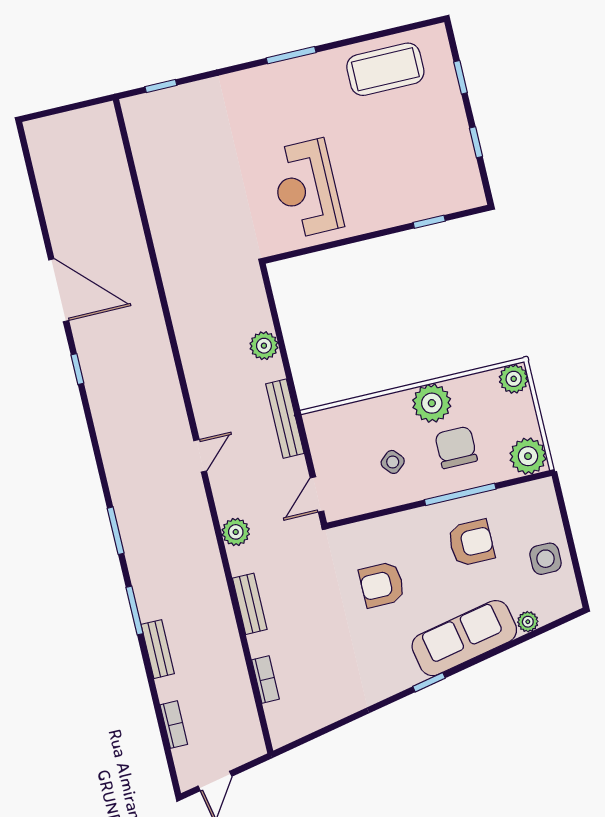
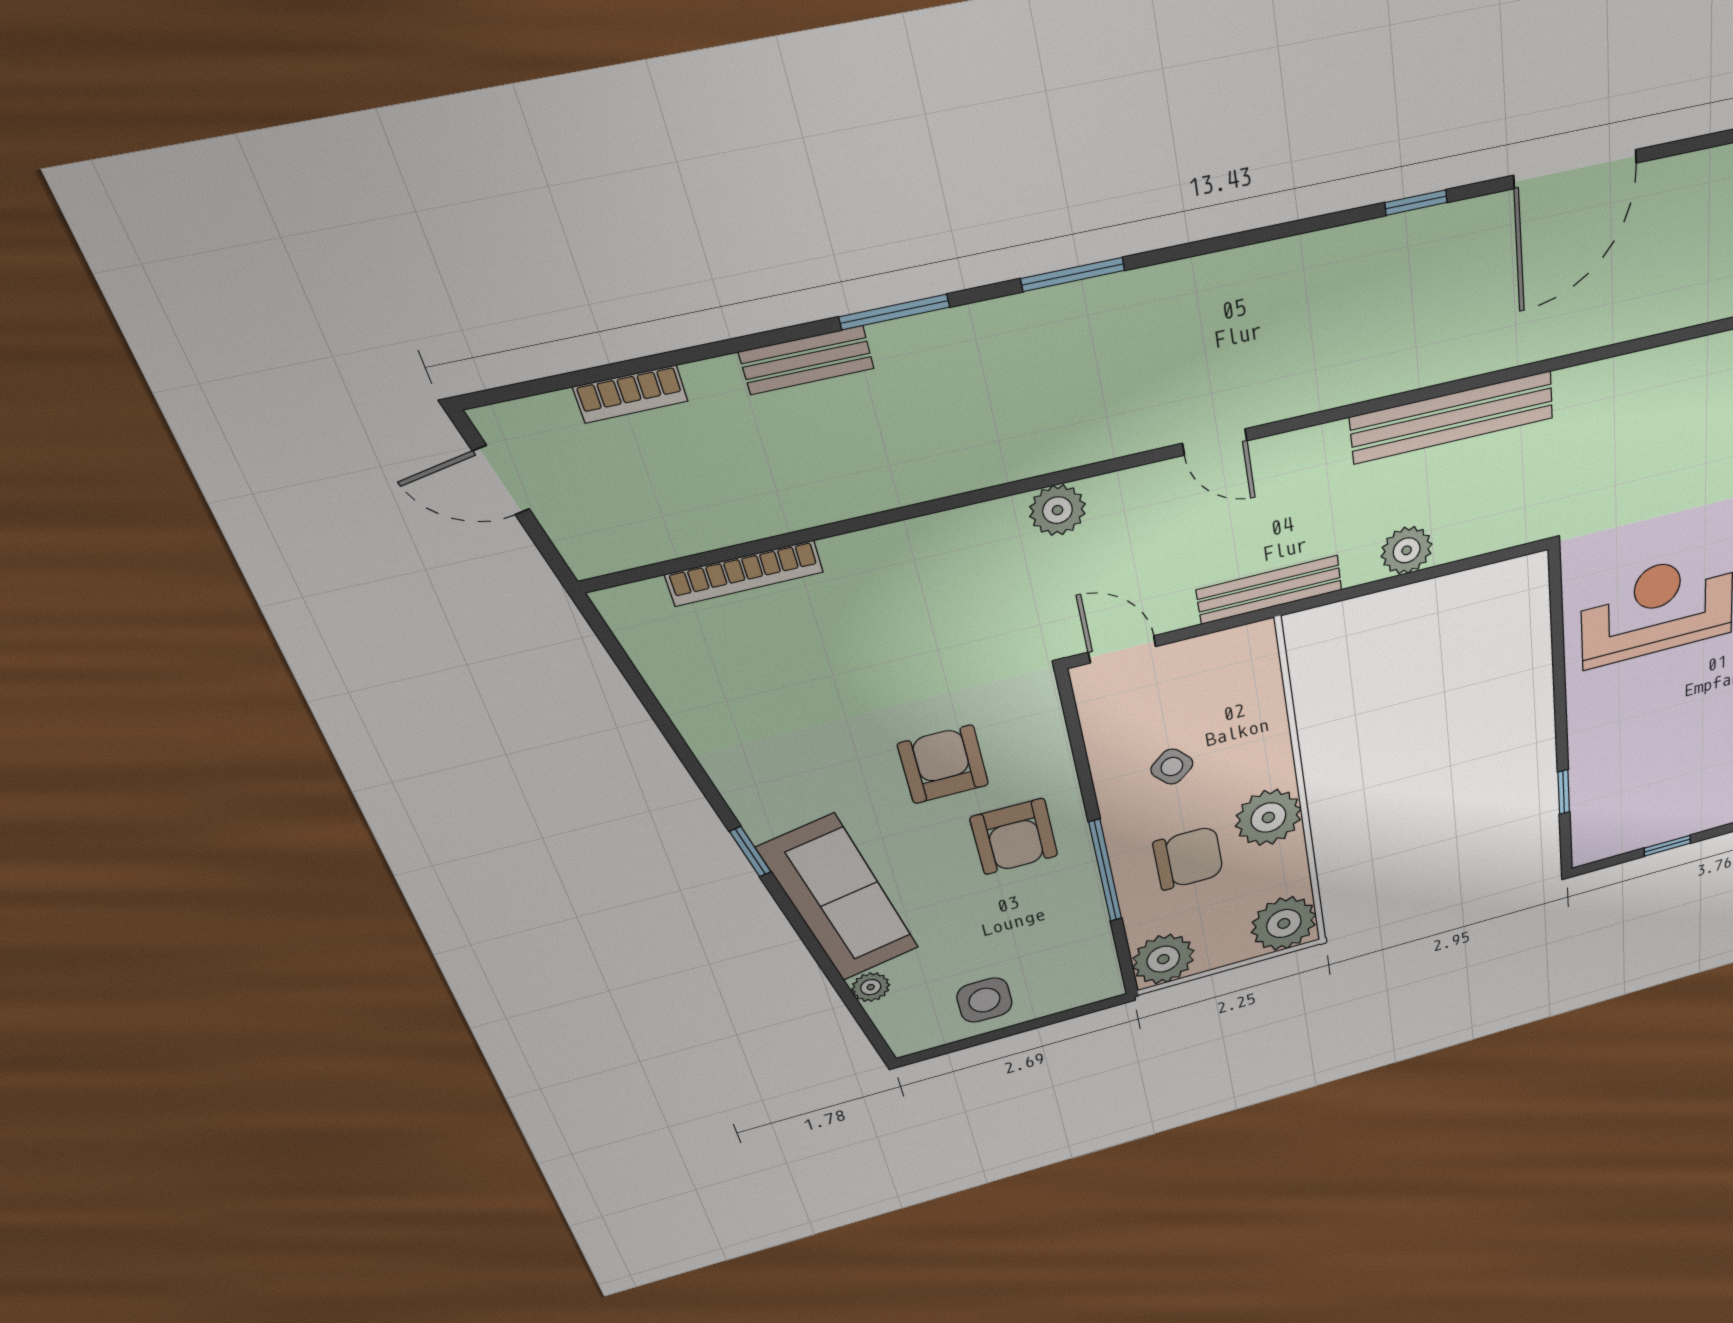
plant: (514, 379) -> (1284, 923), width x1.36, depth x1.36
armchair: (471, 543) -> (1014, 837), moved
bench: (250, 604) -> (1452, 417), moved, width x1.86, depth x1.21
bookcase: (265, 679) -> (745, 573), width x1.56

